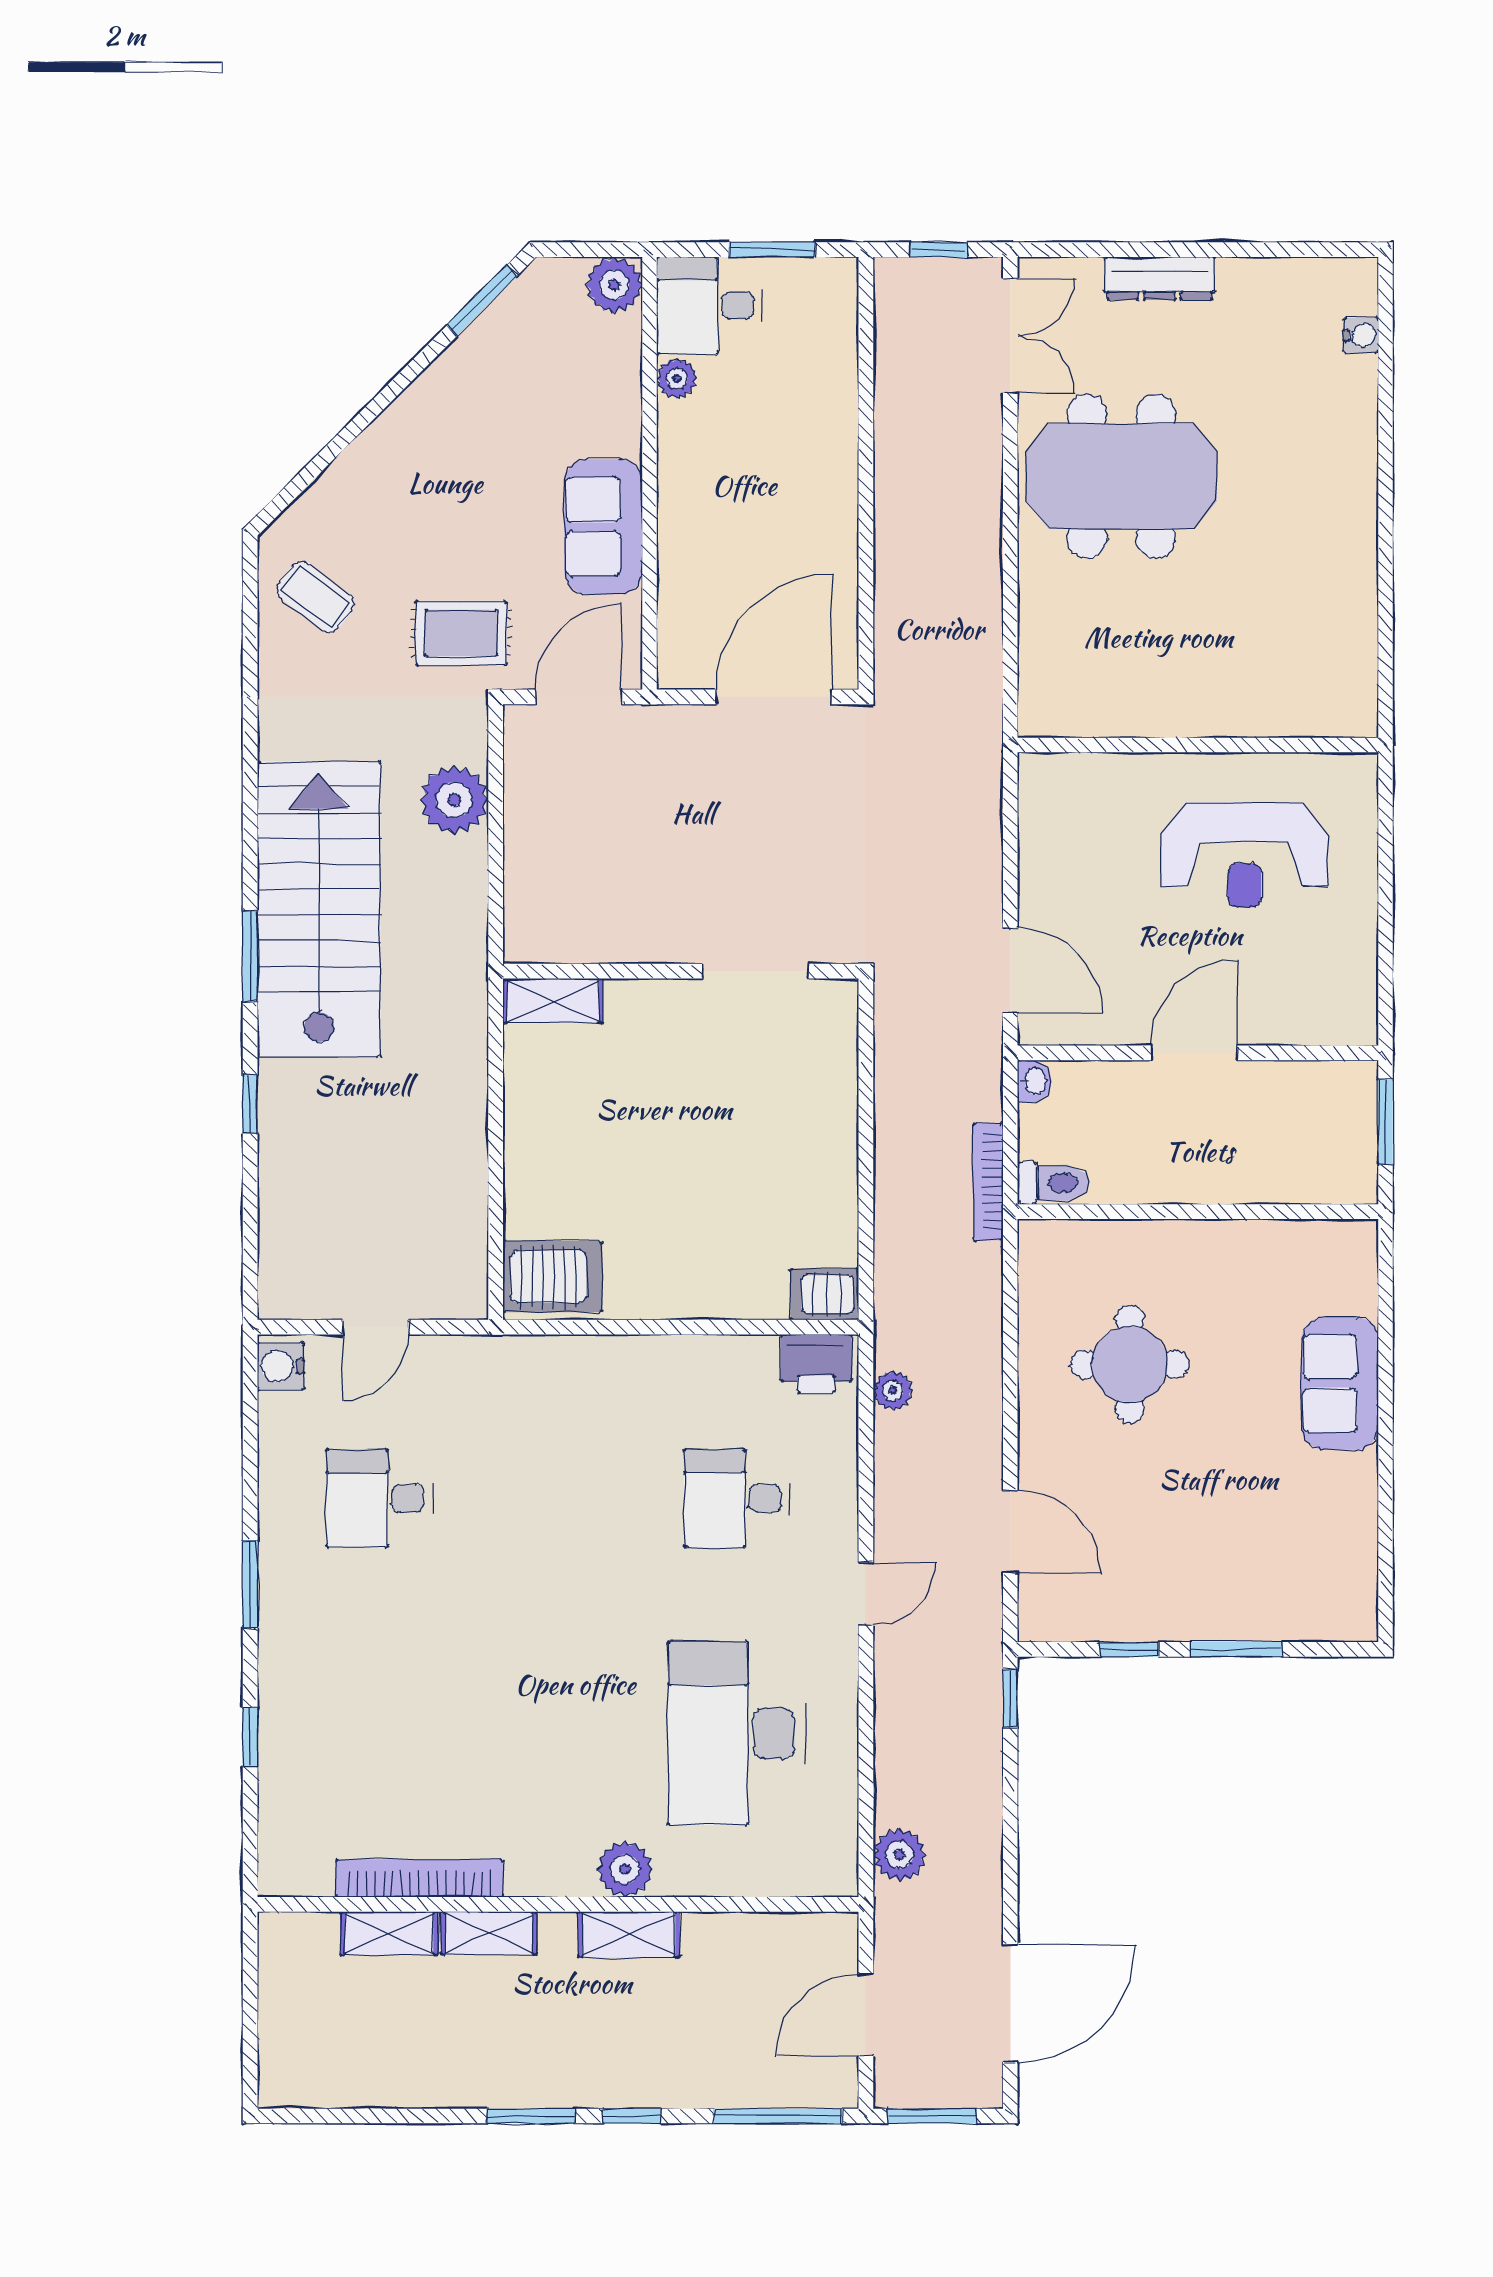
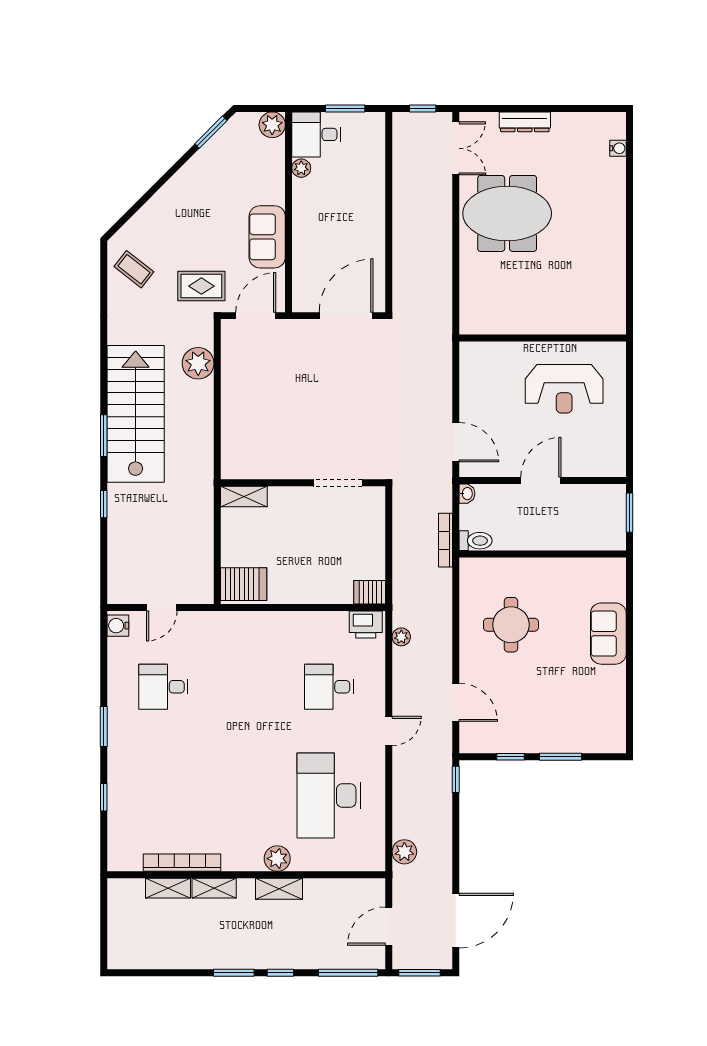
wall: (681, 971) -> (303, 483), moved
doorway: (755, 971) -> (338, 483), moved
shelving: (553, 1001) -> (244, 497), moved

